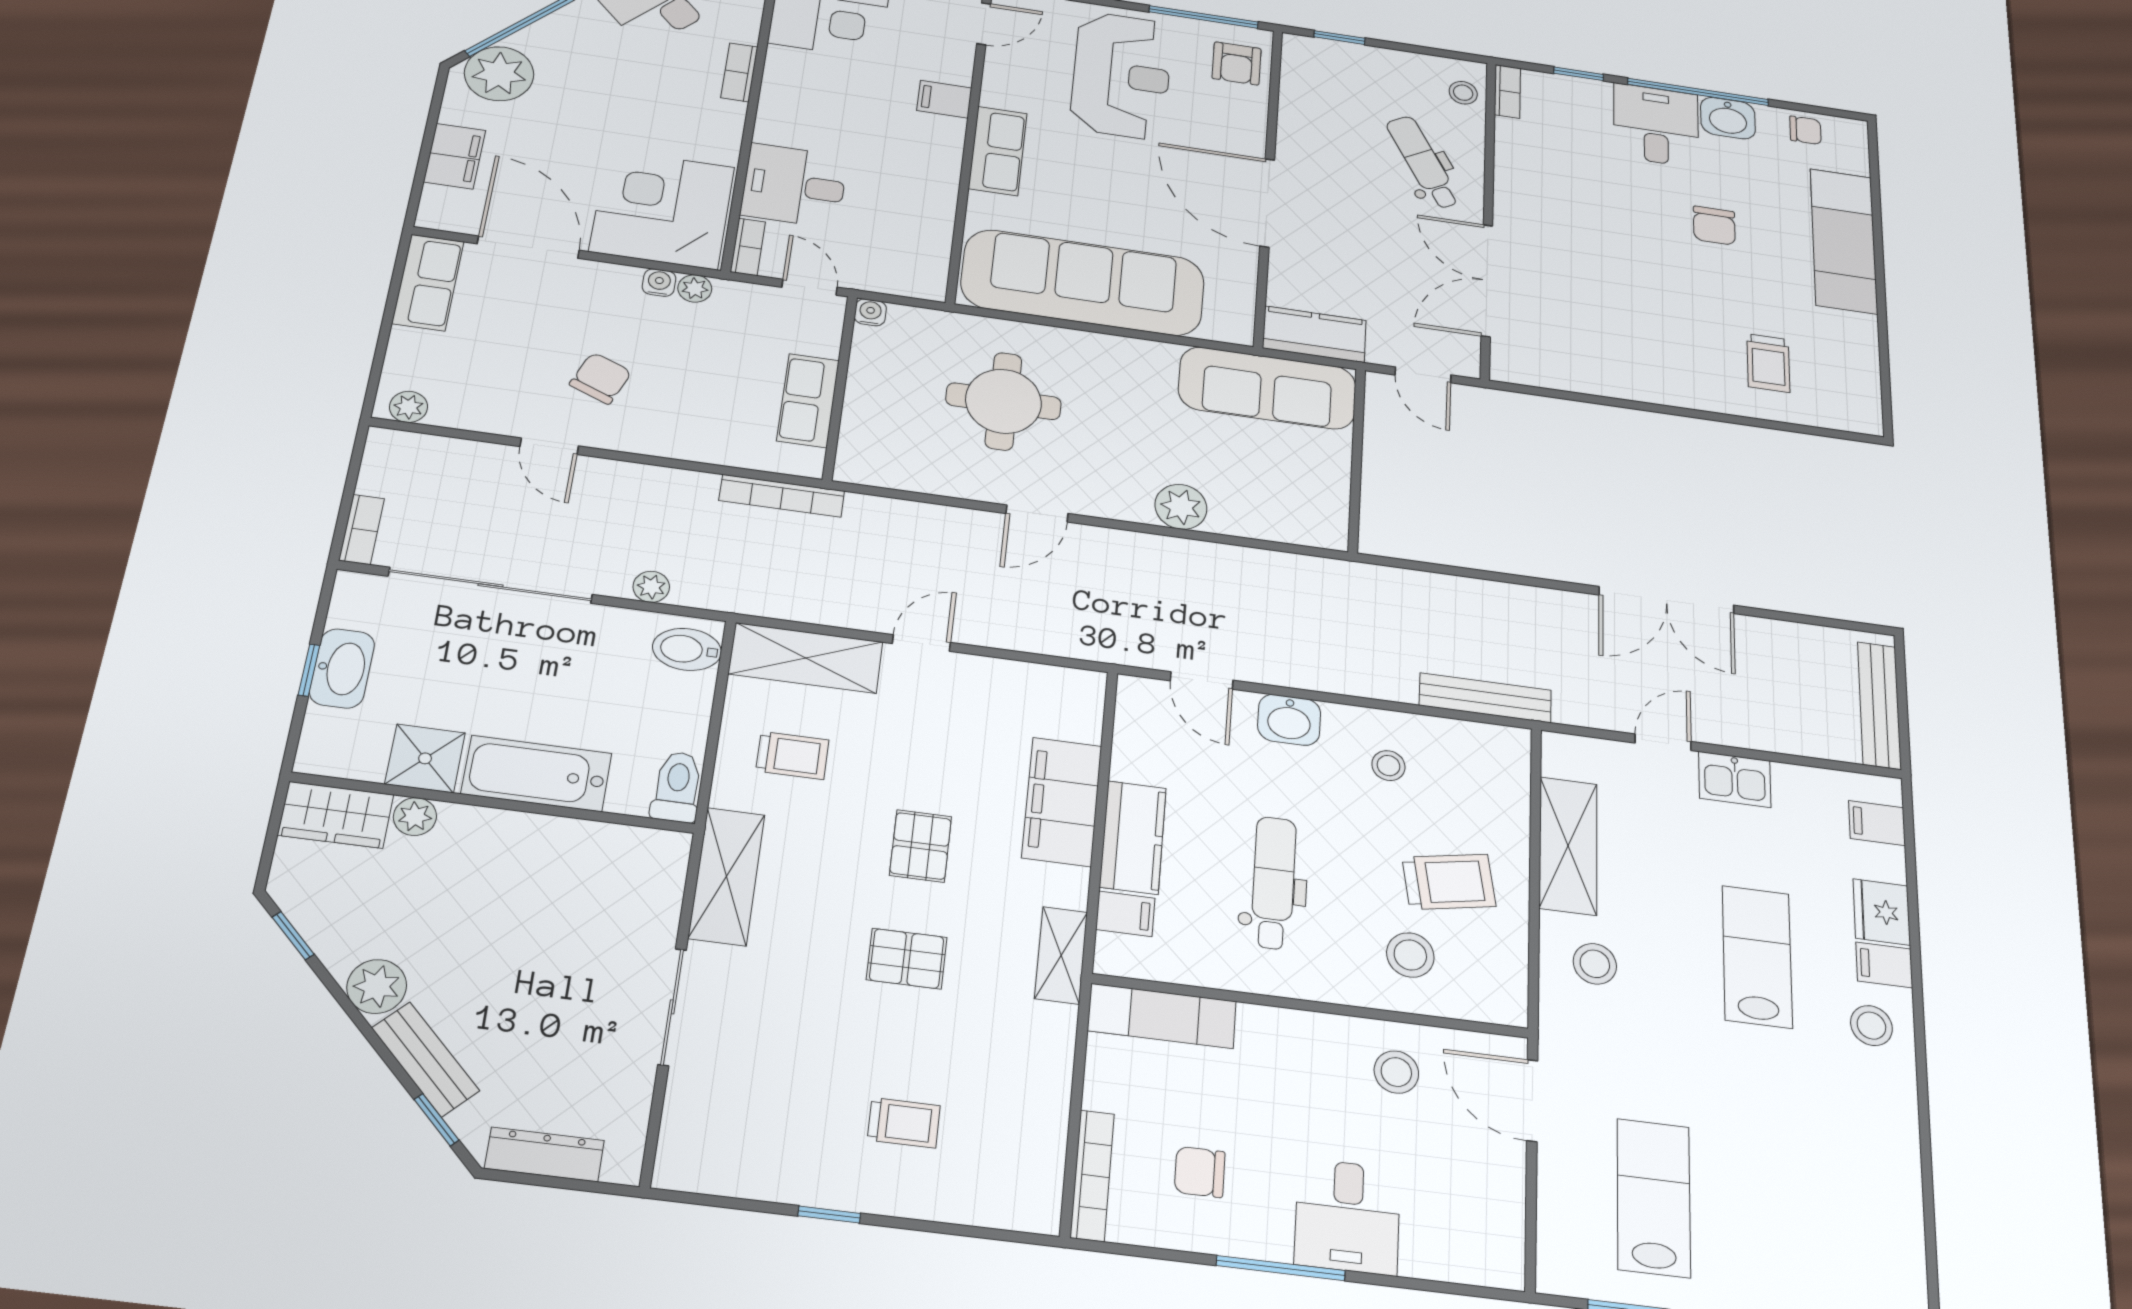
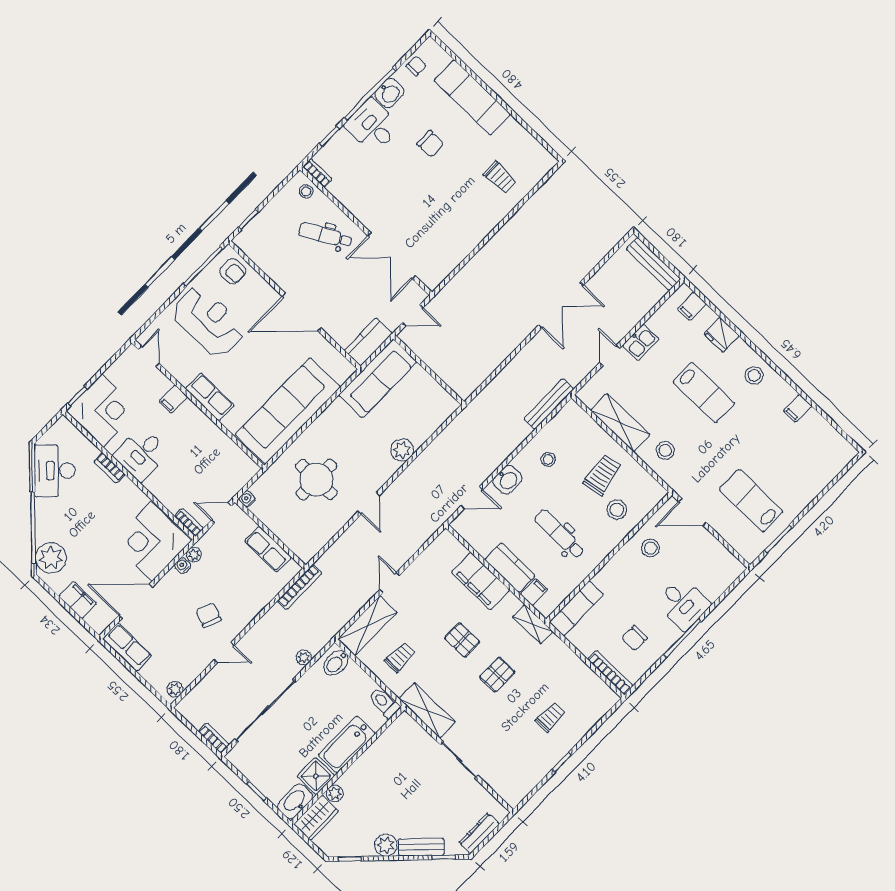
desk: (794, 186) -> (141, 454), moved
washbasin: (342, 668) -> (295, 801), moved, turned -90
lab bench: (1757, 956) -> (704, 393), turned 180
filing cabinet: (1884, 965) -> (798, 408), moved

